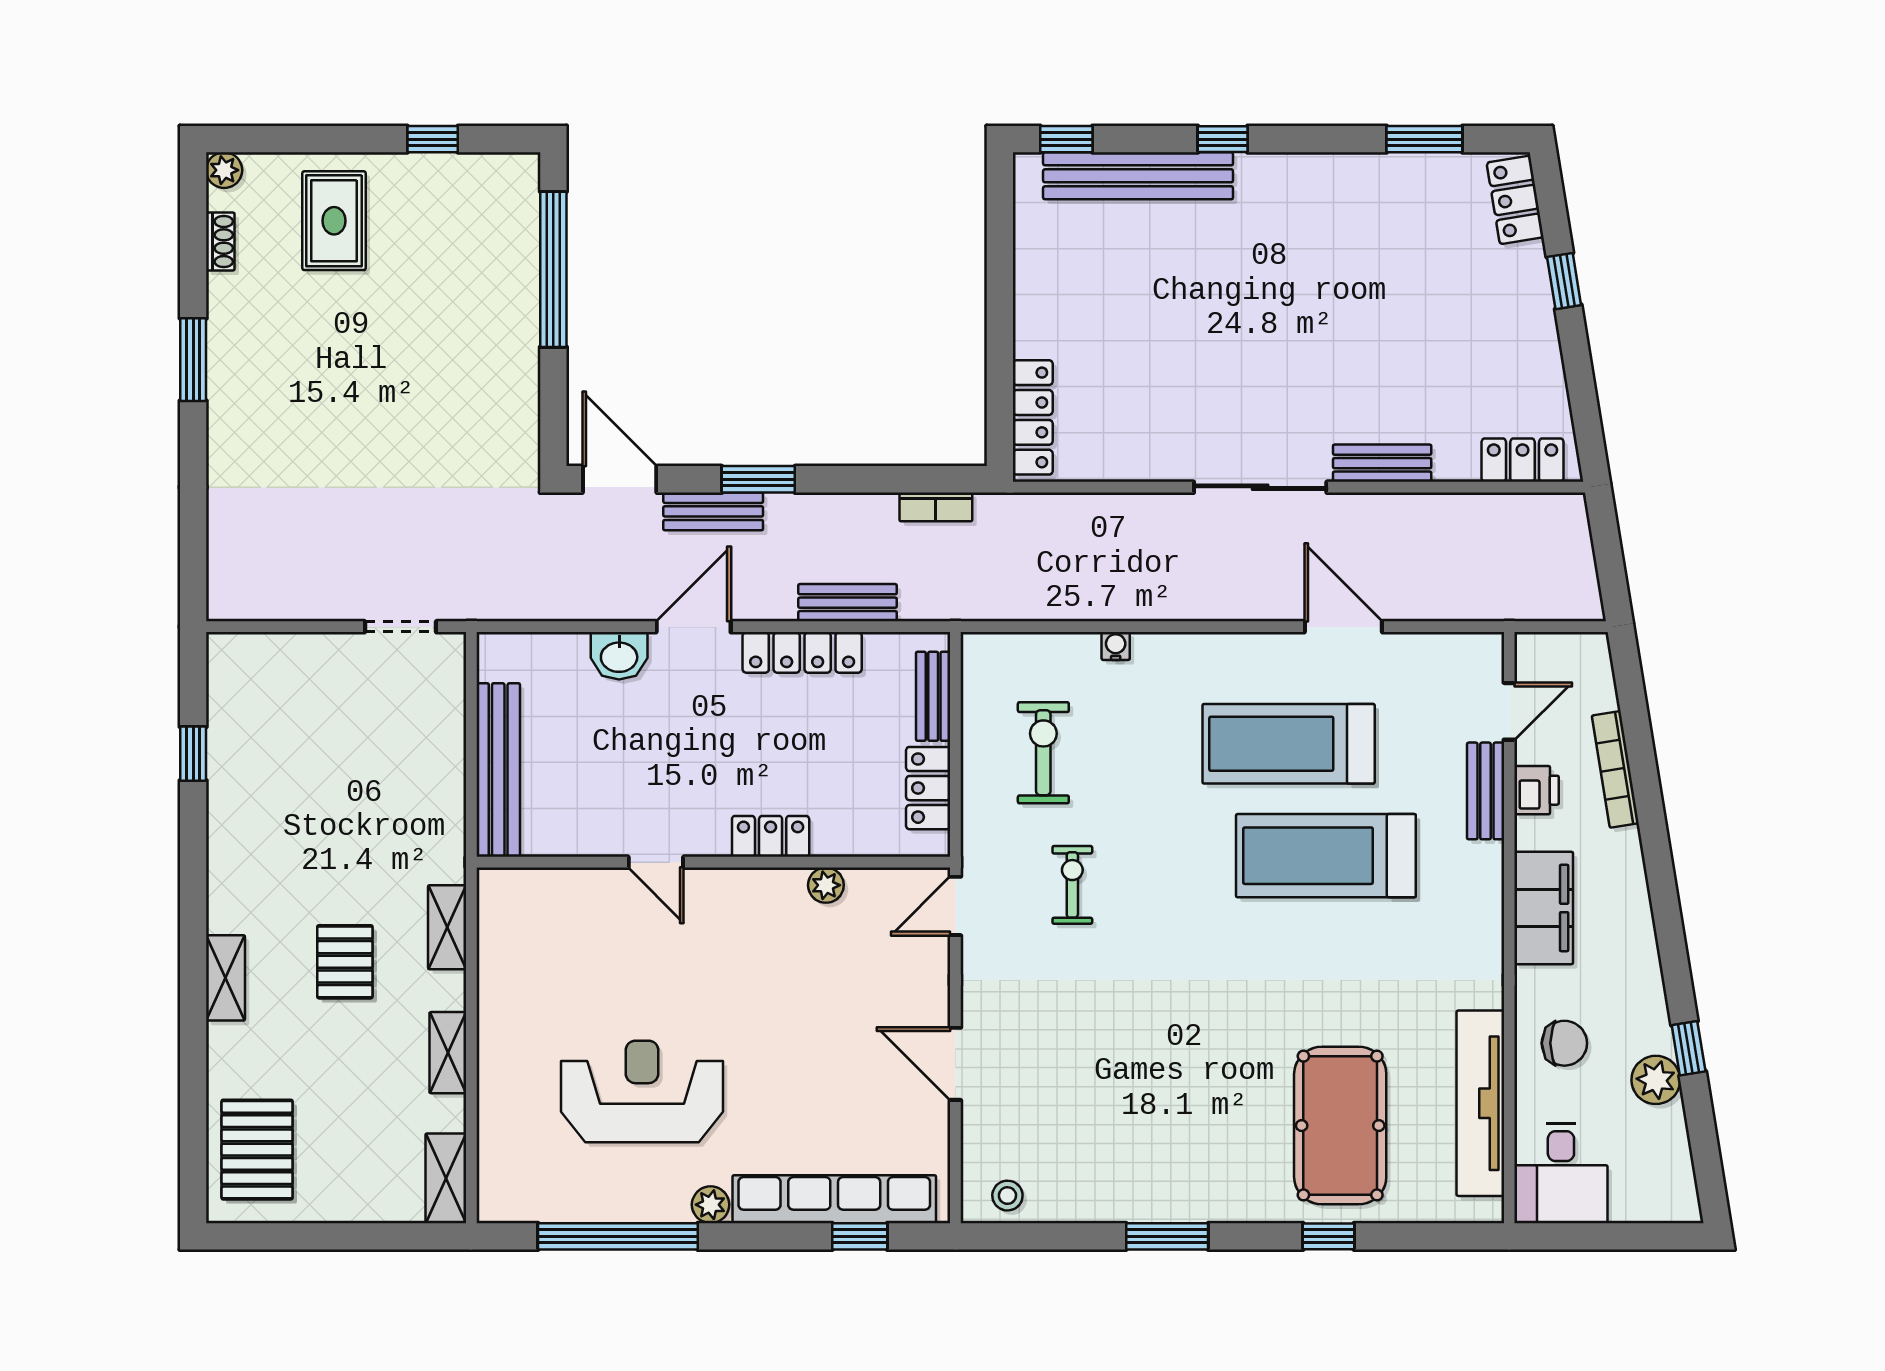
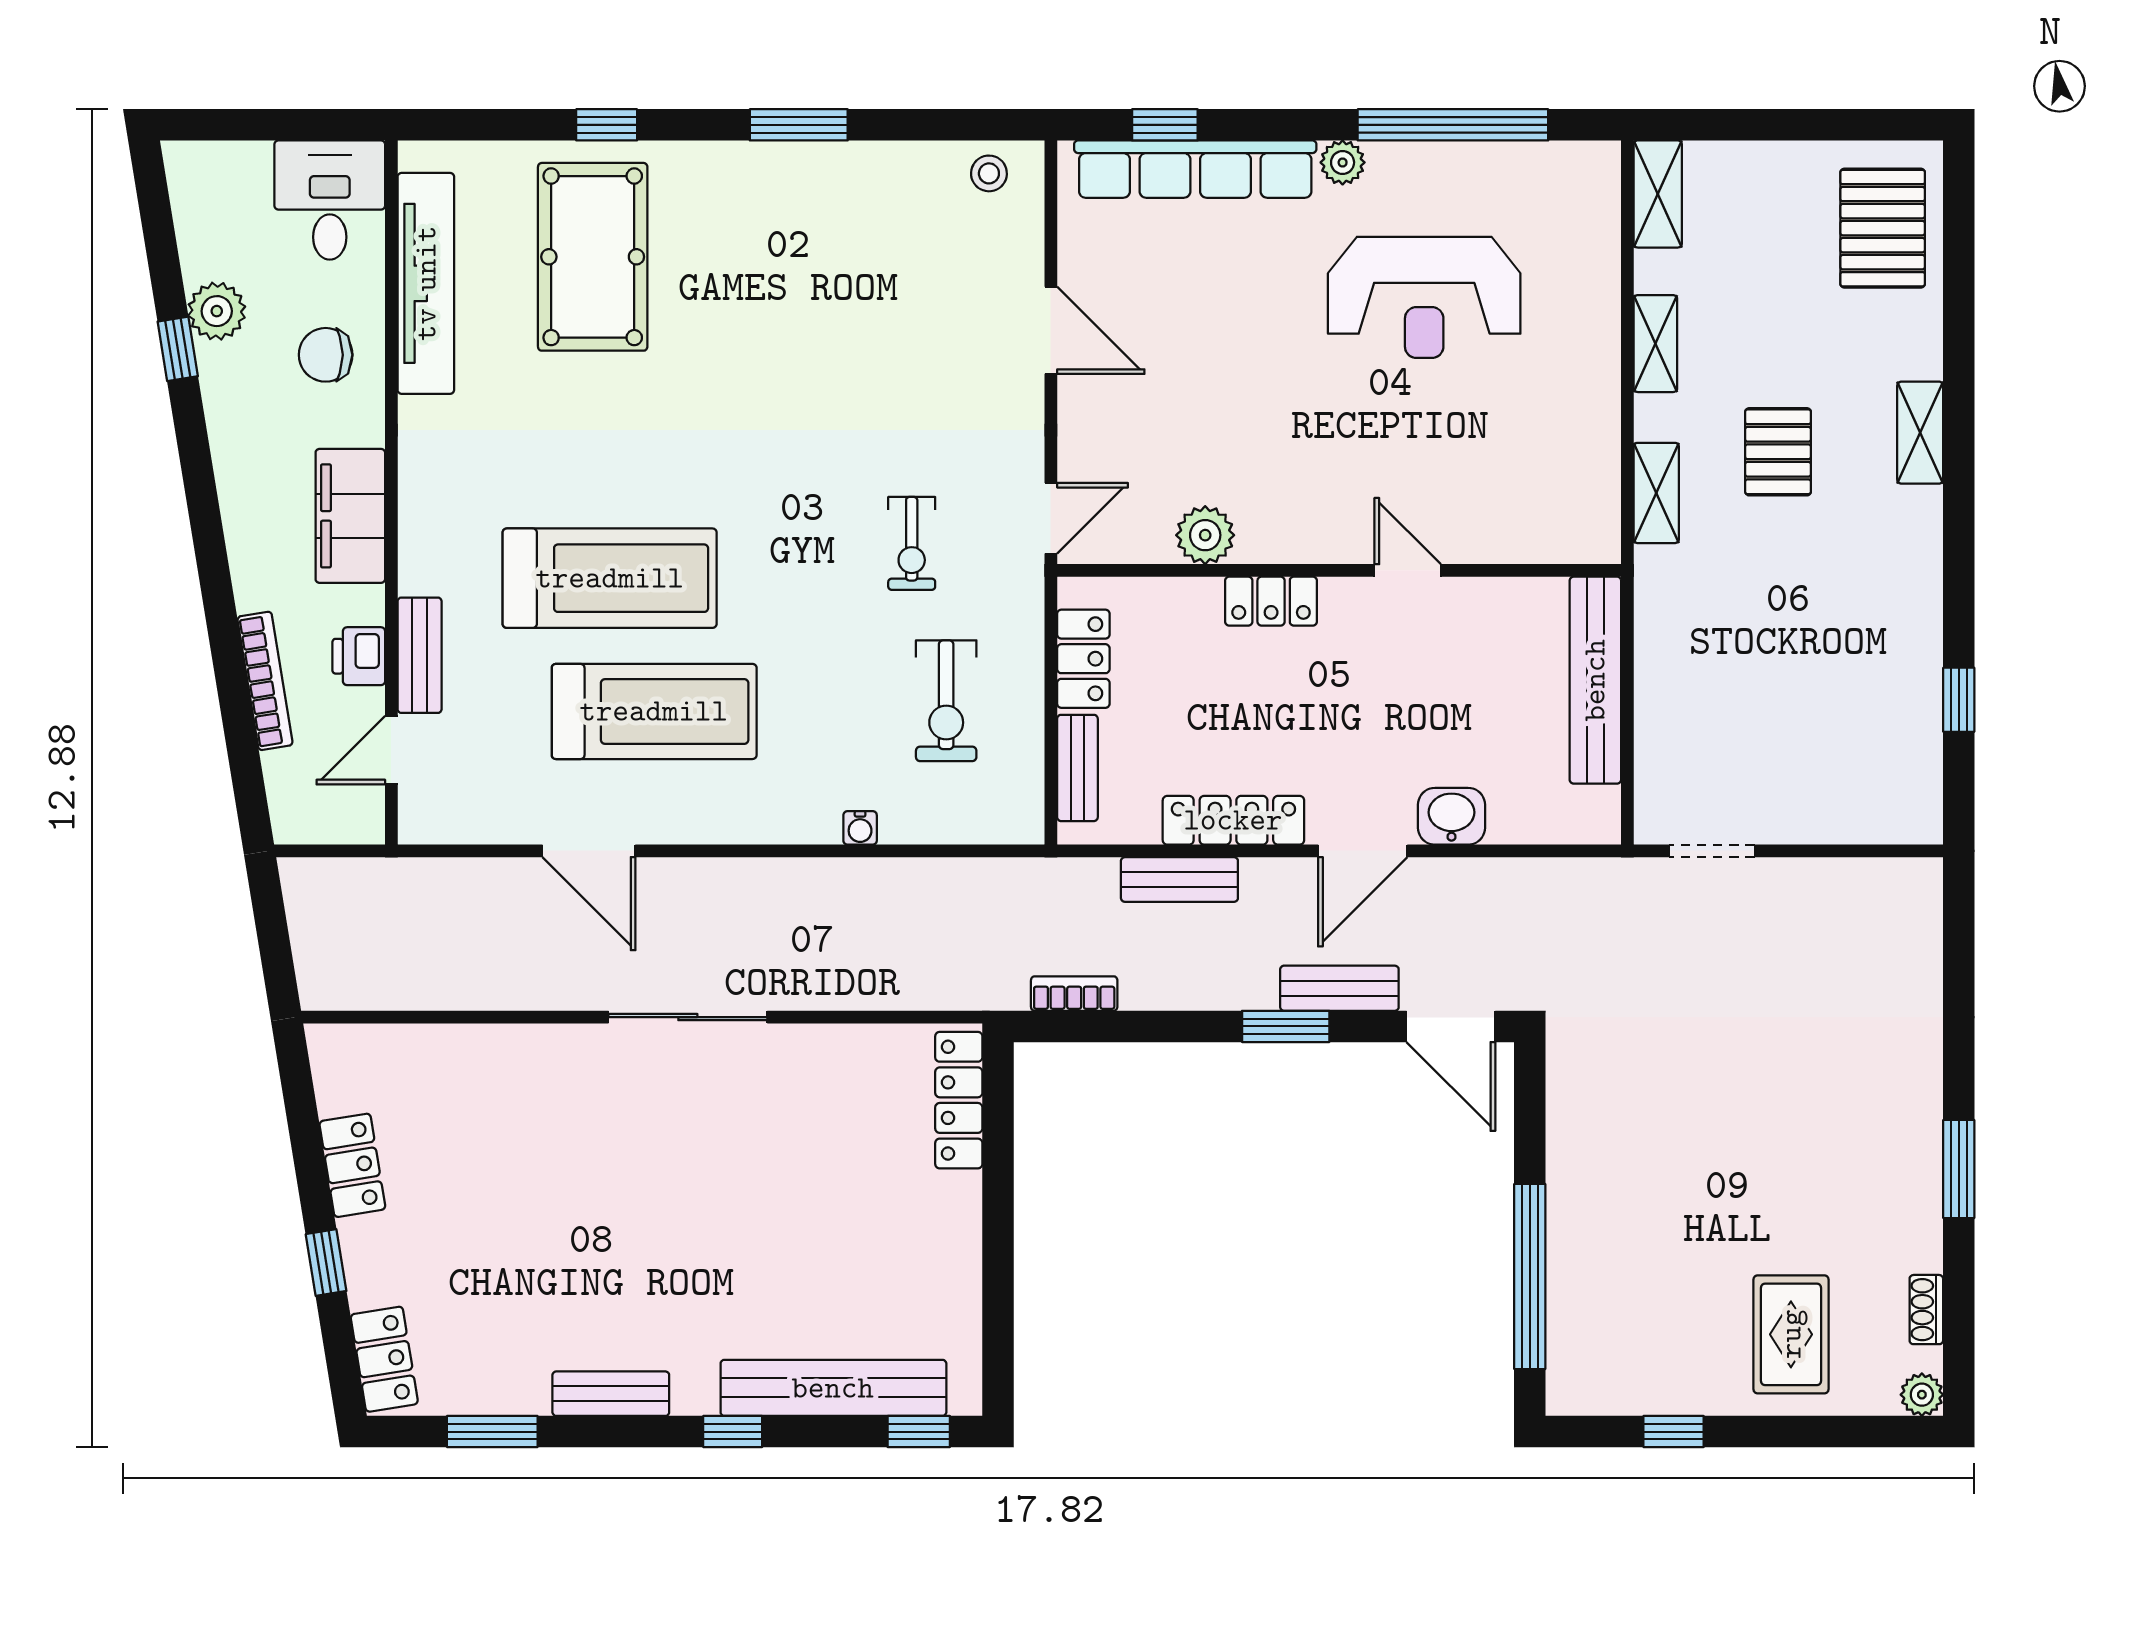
locker: (1523, 460) -> (352, 1165), moved, turned -99
bench: (1382, 463) -> (611, 1394), moved
plant: (826, 885) -> (1205, 535), width x1.38, depth x1.38

